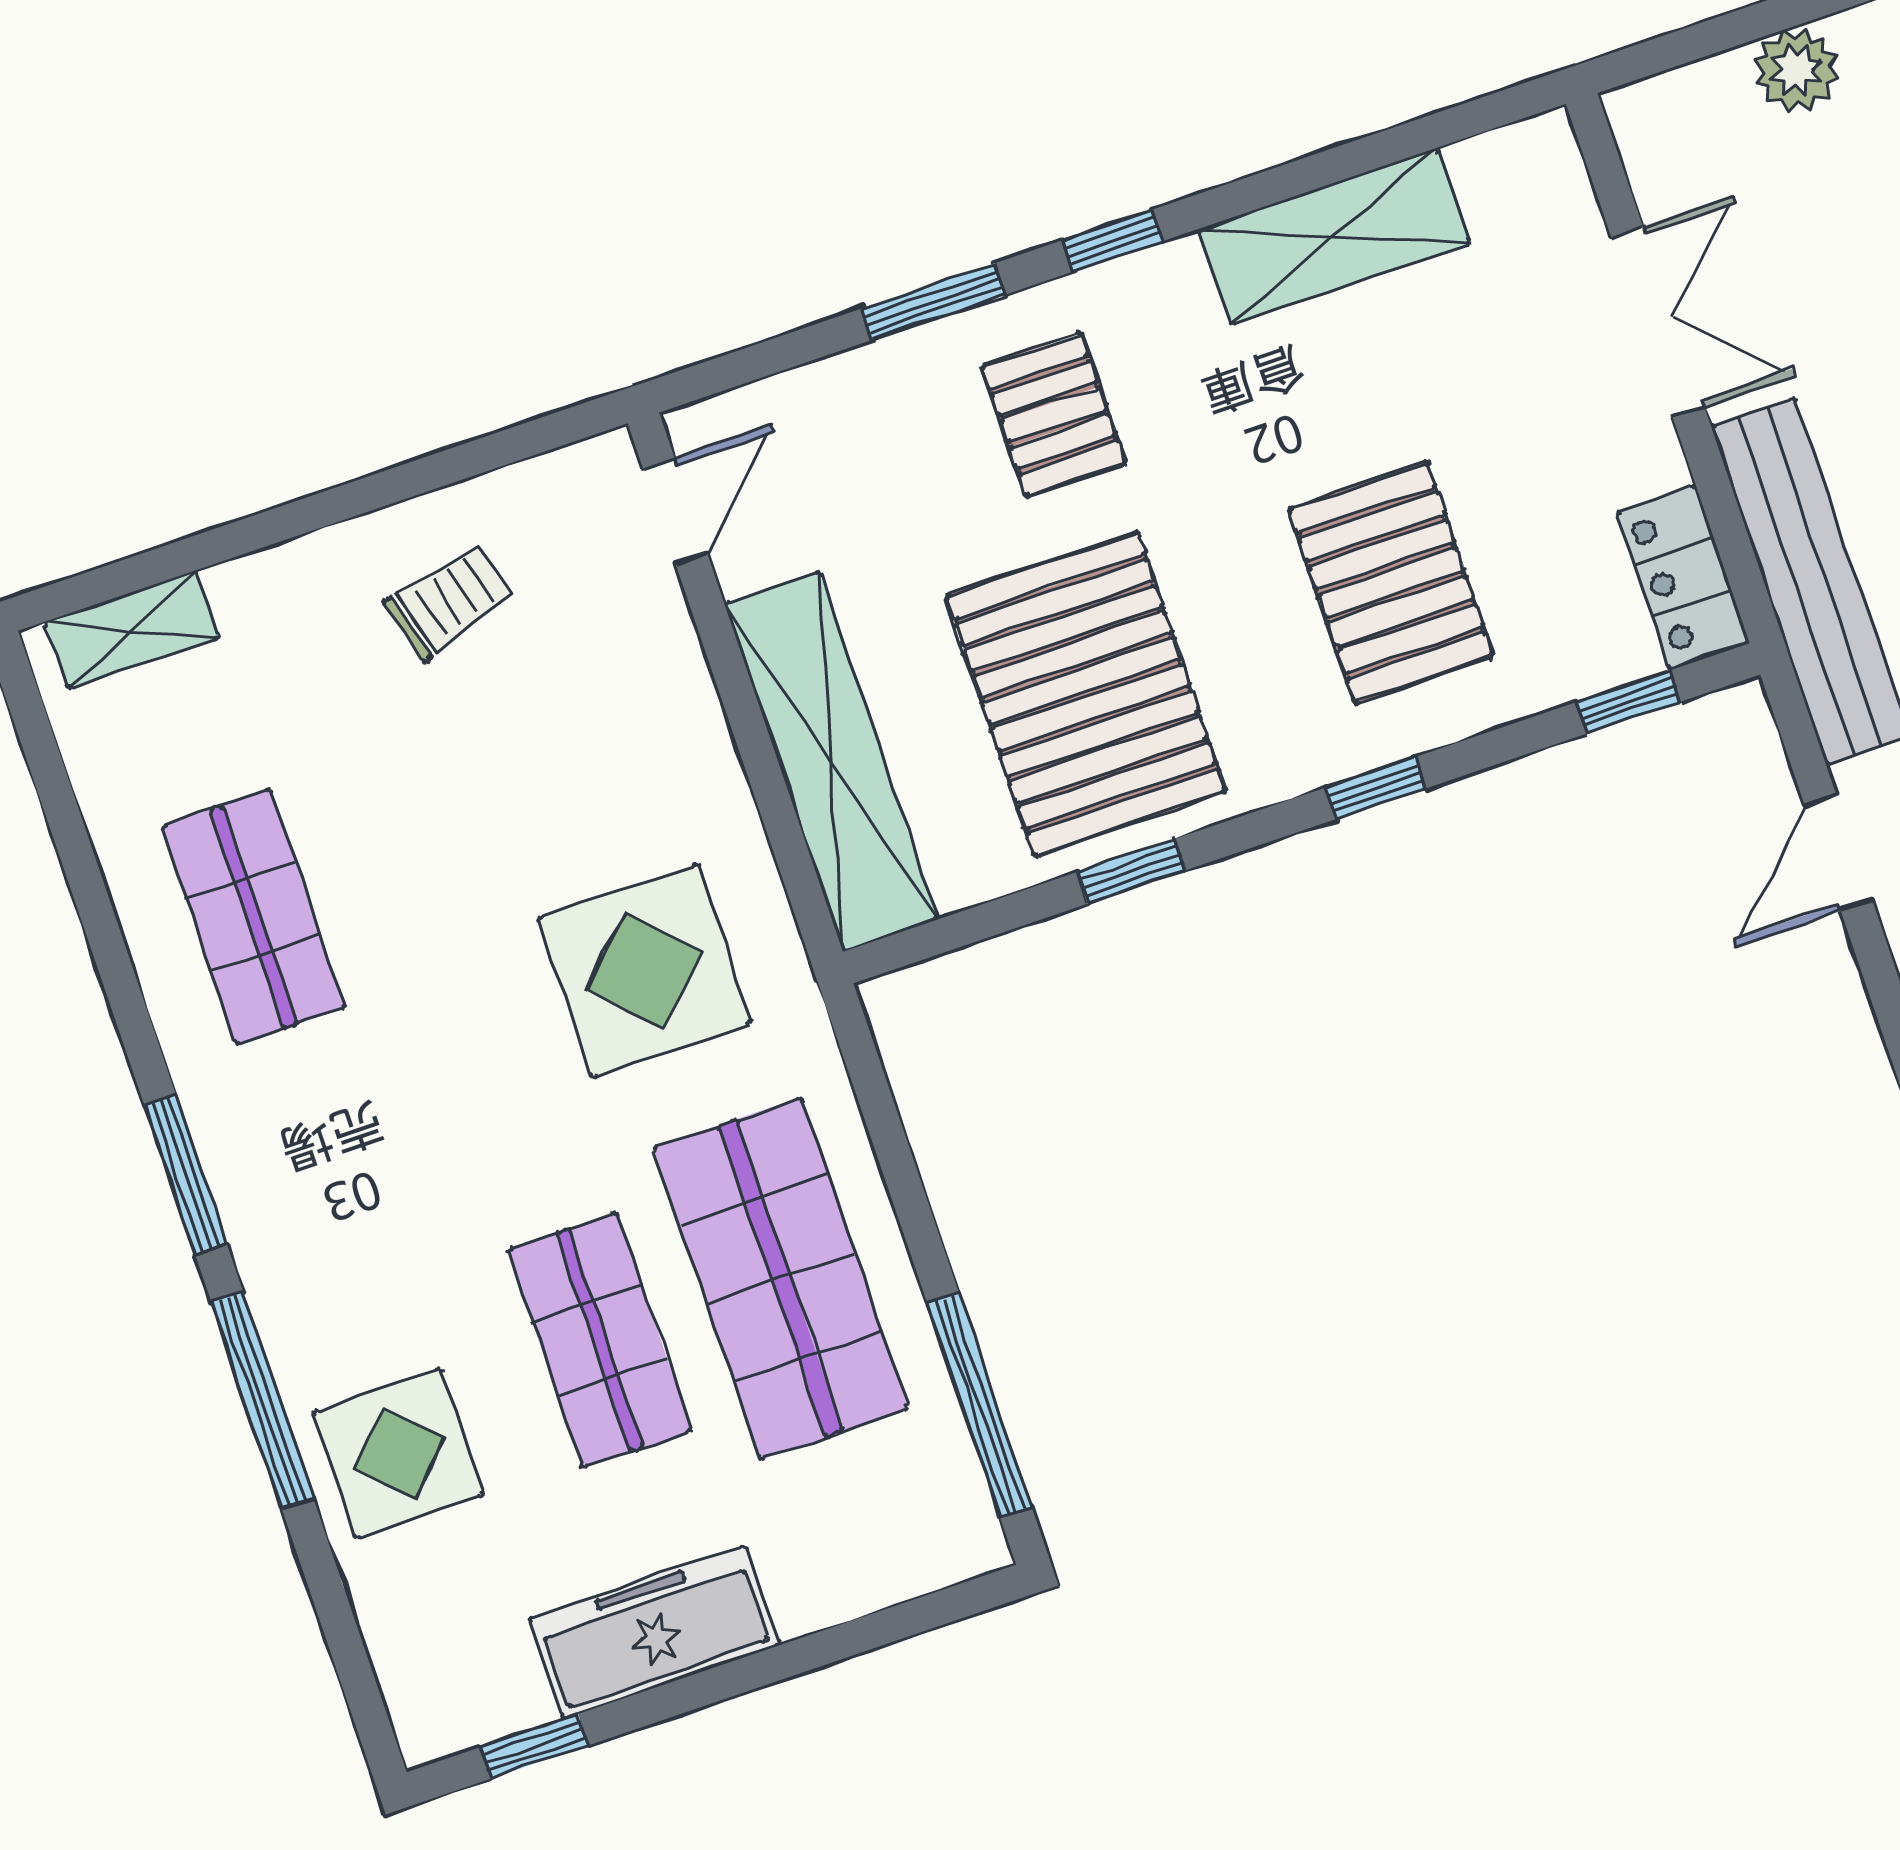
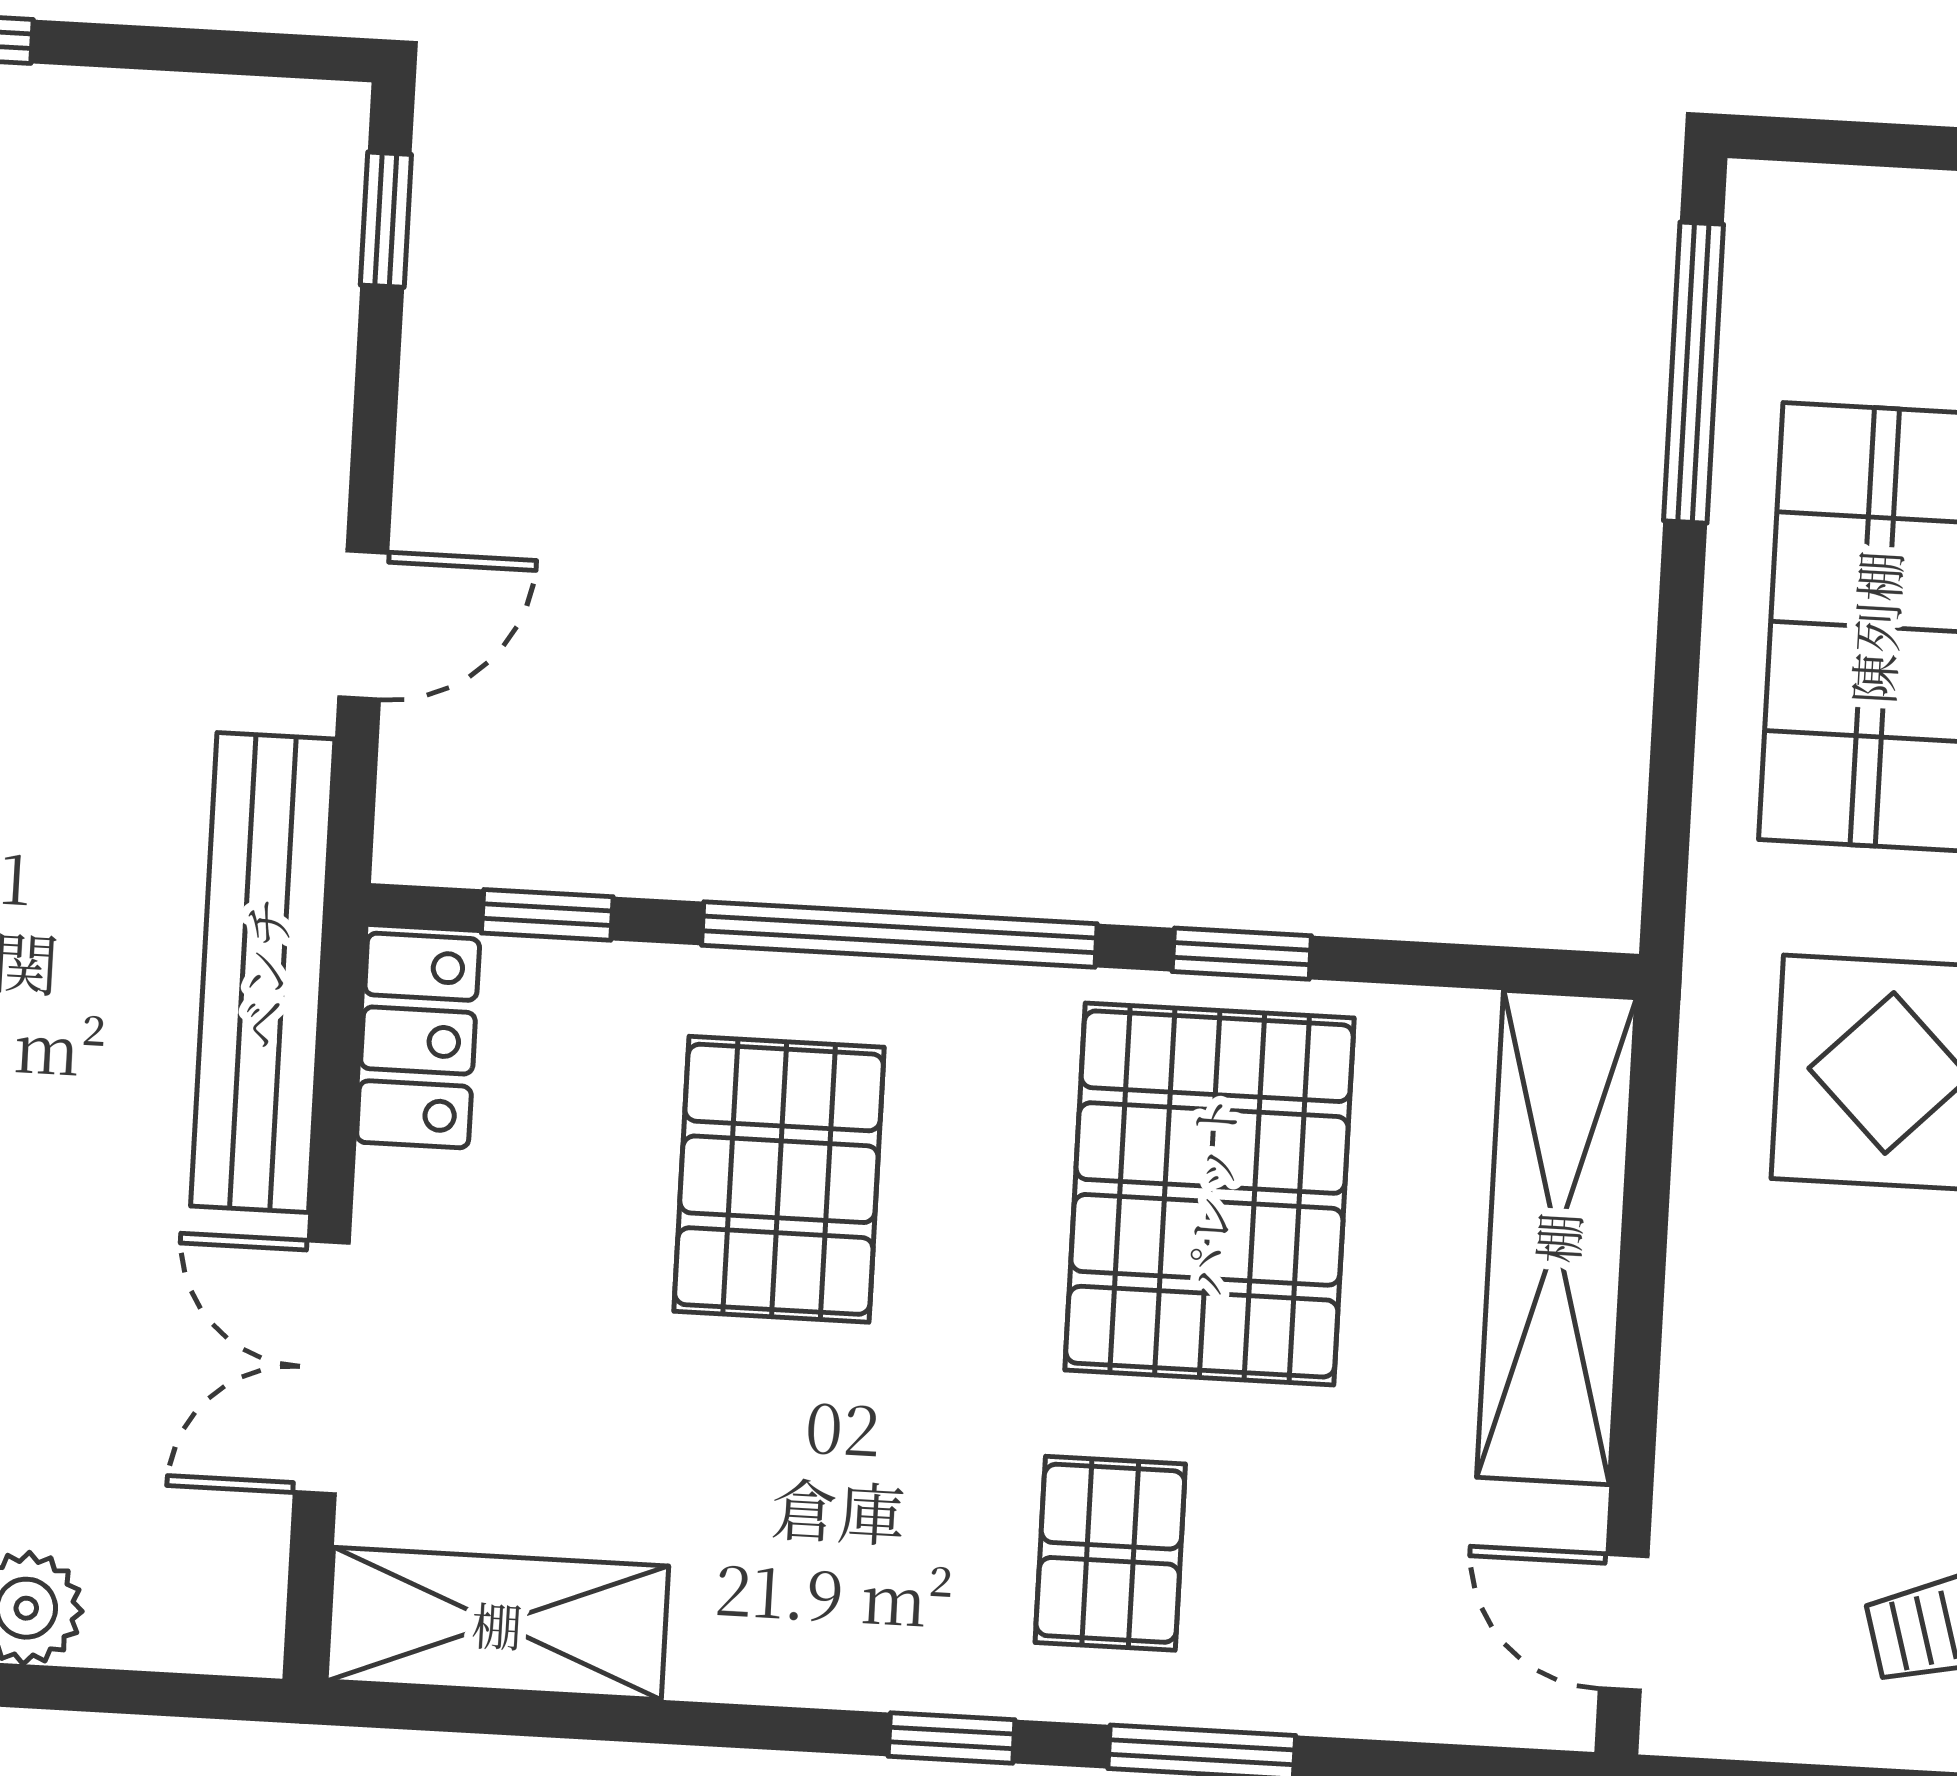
shelving: (1334, 236) -> (497, 1624), moved
door: (675, 511) -> (1624, 1622), hinge flipped
window: (1376, 788) -> (899, 934), width x3.17

